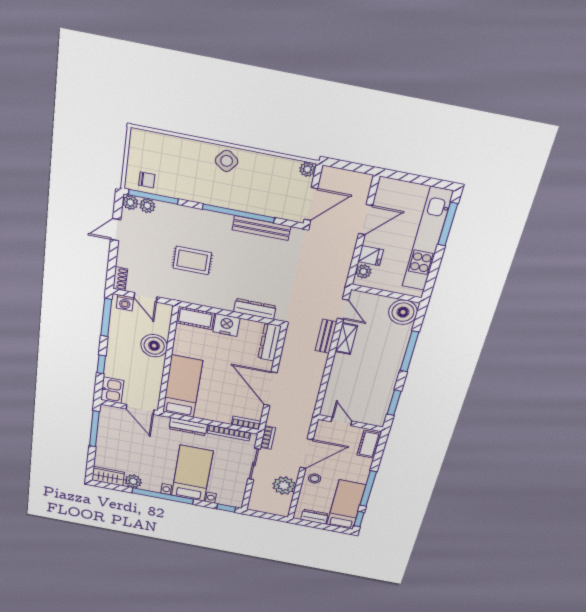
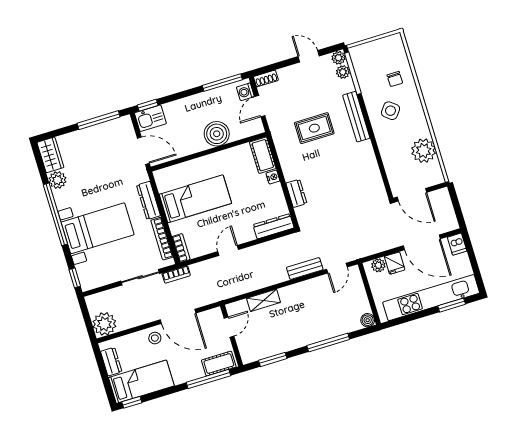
side table: (227, 161) -> (390, 111), moved
plant: (307, 169) -> (424, 151), moved, width x1.87, depth x1.87
chair: (147, 180) -> (395, 79), moved
dishwasher: (389, 186) -> (457, 244), added
window: (238, 213) -> (374, 144), removed
door: (366, 220) -> (422, 242), width x1.36
window: (448, 224) -> (452, 305), width x0.69
bench: (261, 228) -> (356, 117), moved
rug: (192, 261) -> (314, 128), turned 90
dresser: (255, 309) -> (296, 193), width x0.70
boiler: (403, 312) -> (368, 320), width x0.54, depth x0.54
nightstand: (226, 325) -> (273, 177), width x0.53, depth x0.56
shelving: (346, 339) -> (263, 300), moved
window: (101, 364) -> (148, 105), moved
bed: (182, 387) -> (195, 199), moved
door: (270, 389) -> (228, 251), width x0.53
door: (140, 409) -> (143, 151), swing flipped
plant: (284, 486) -> (104, 324), moved
window: (368, 489) -> (208, 379), moved

